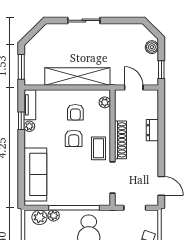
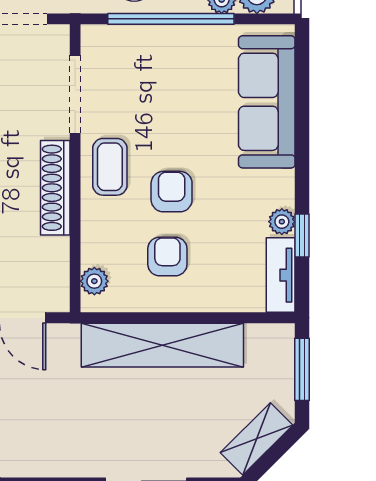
shelving: (40, 39) -> (256, 439), added

